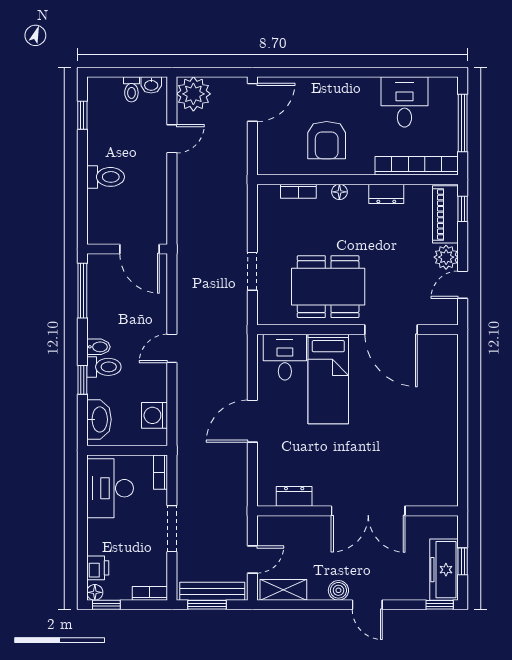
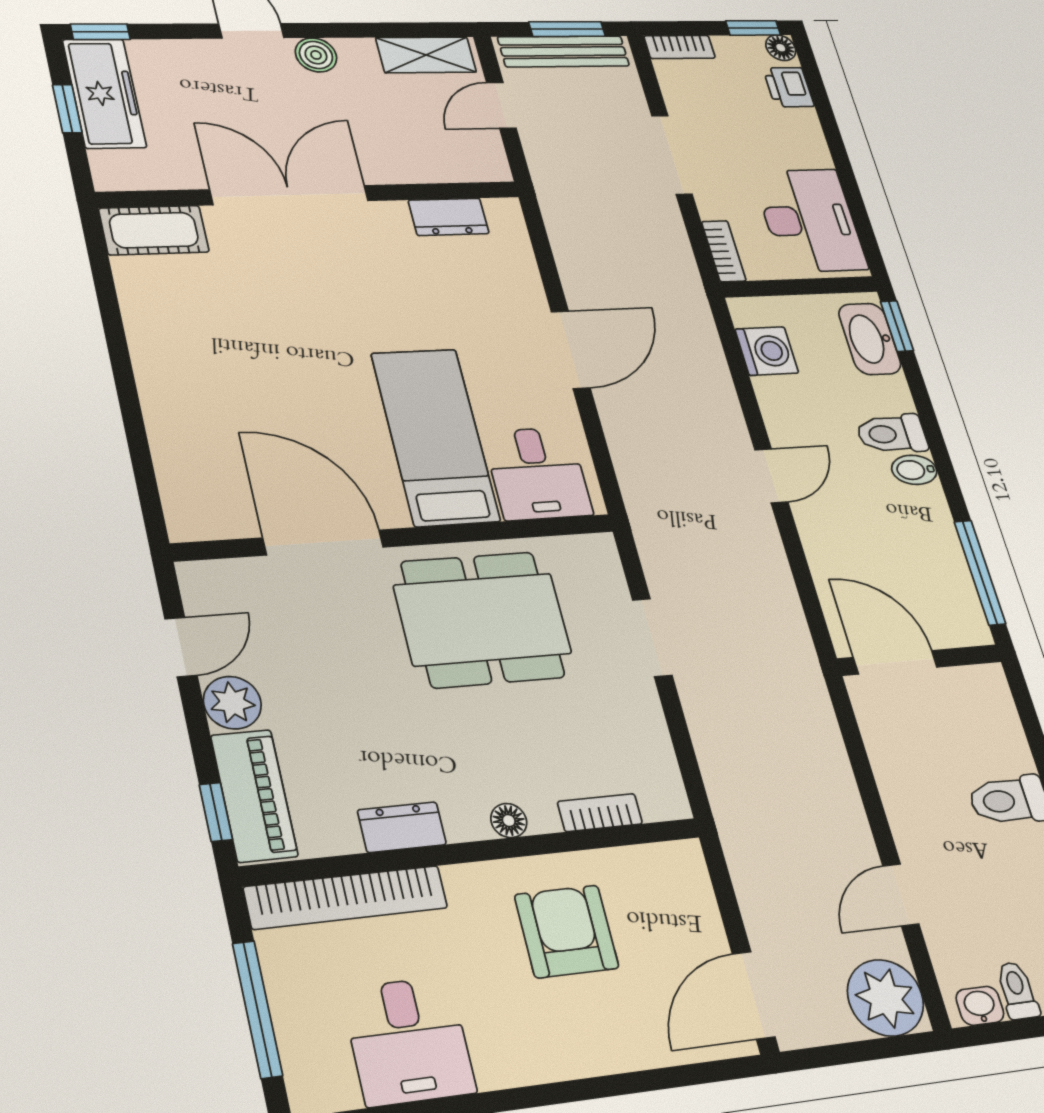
window: (82, 380) -> (897, 326), moved
cot: (435, 494) -> (154, 230), added

